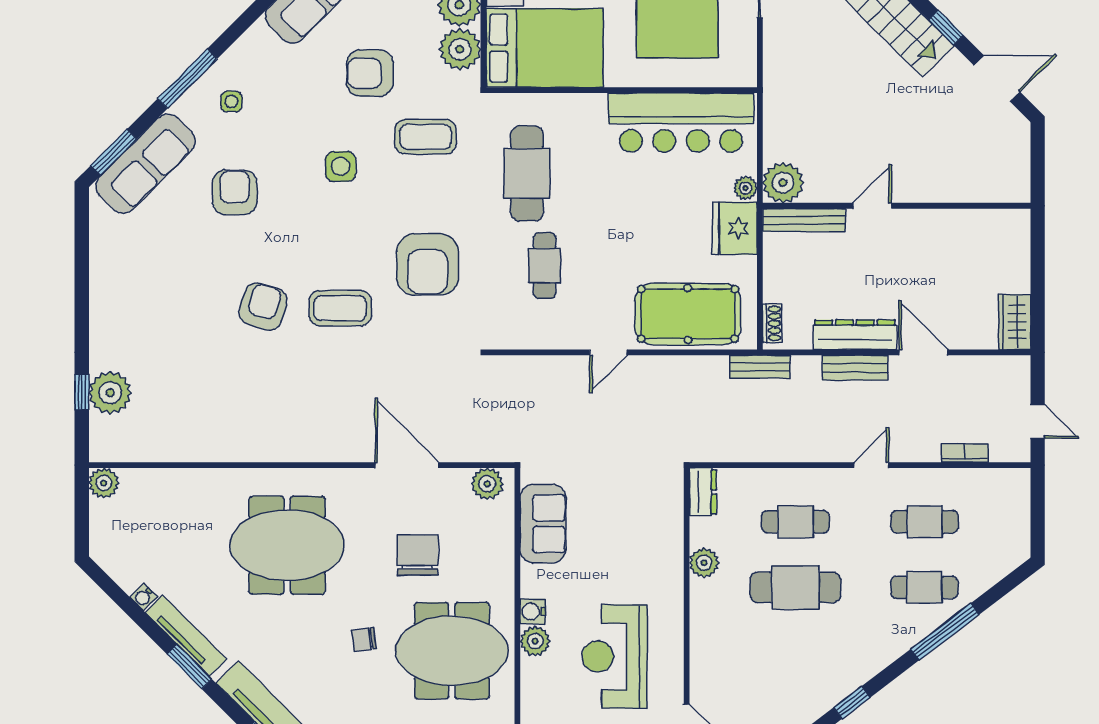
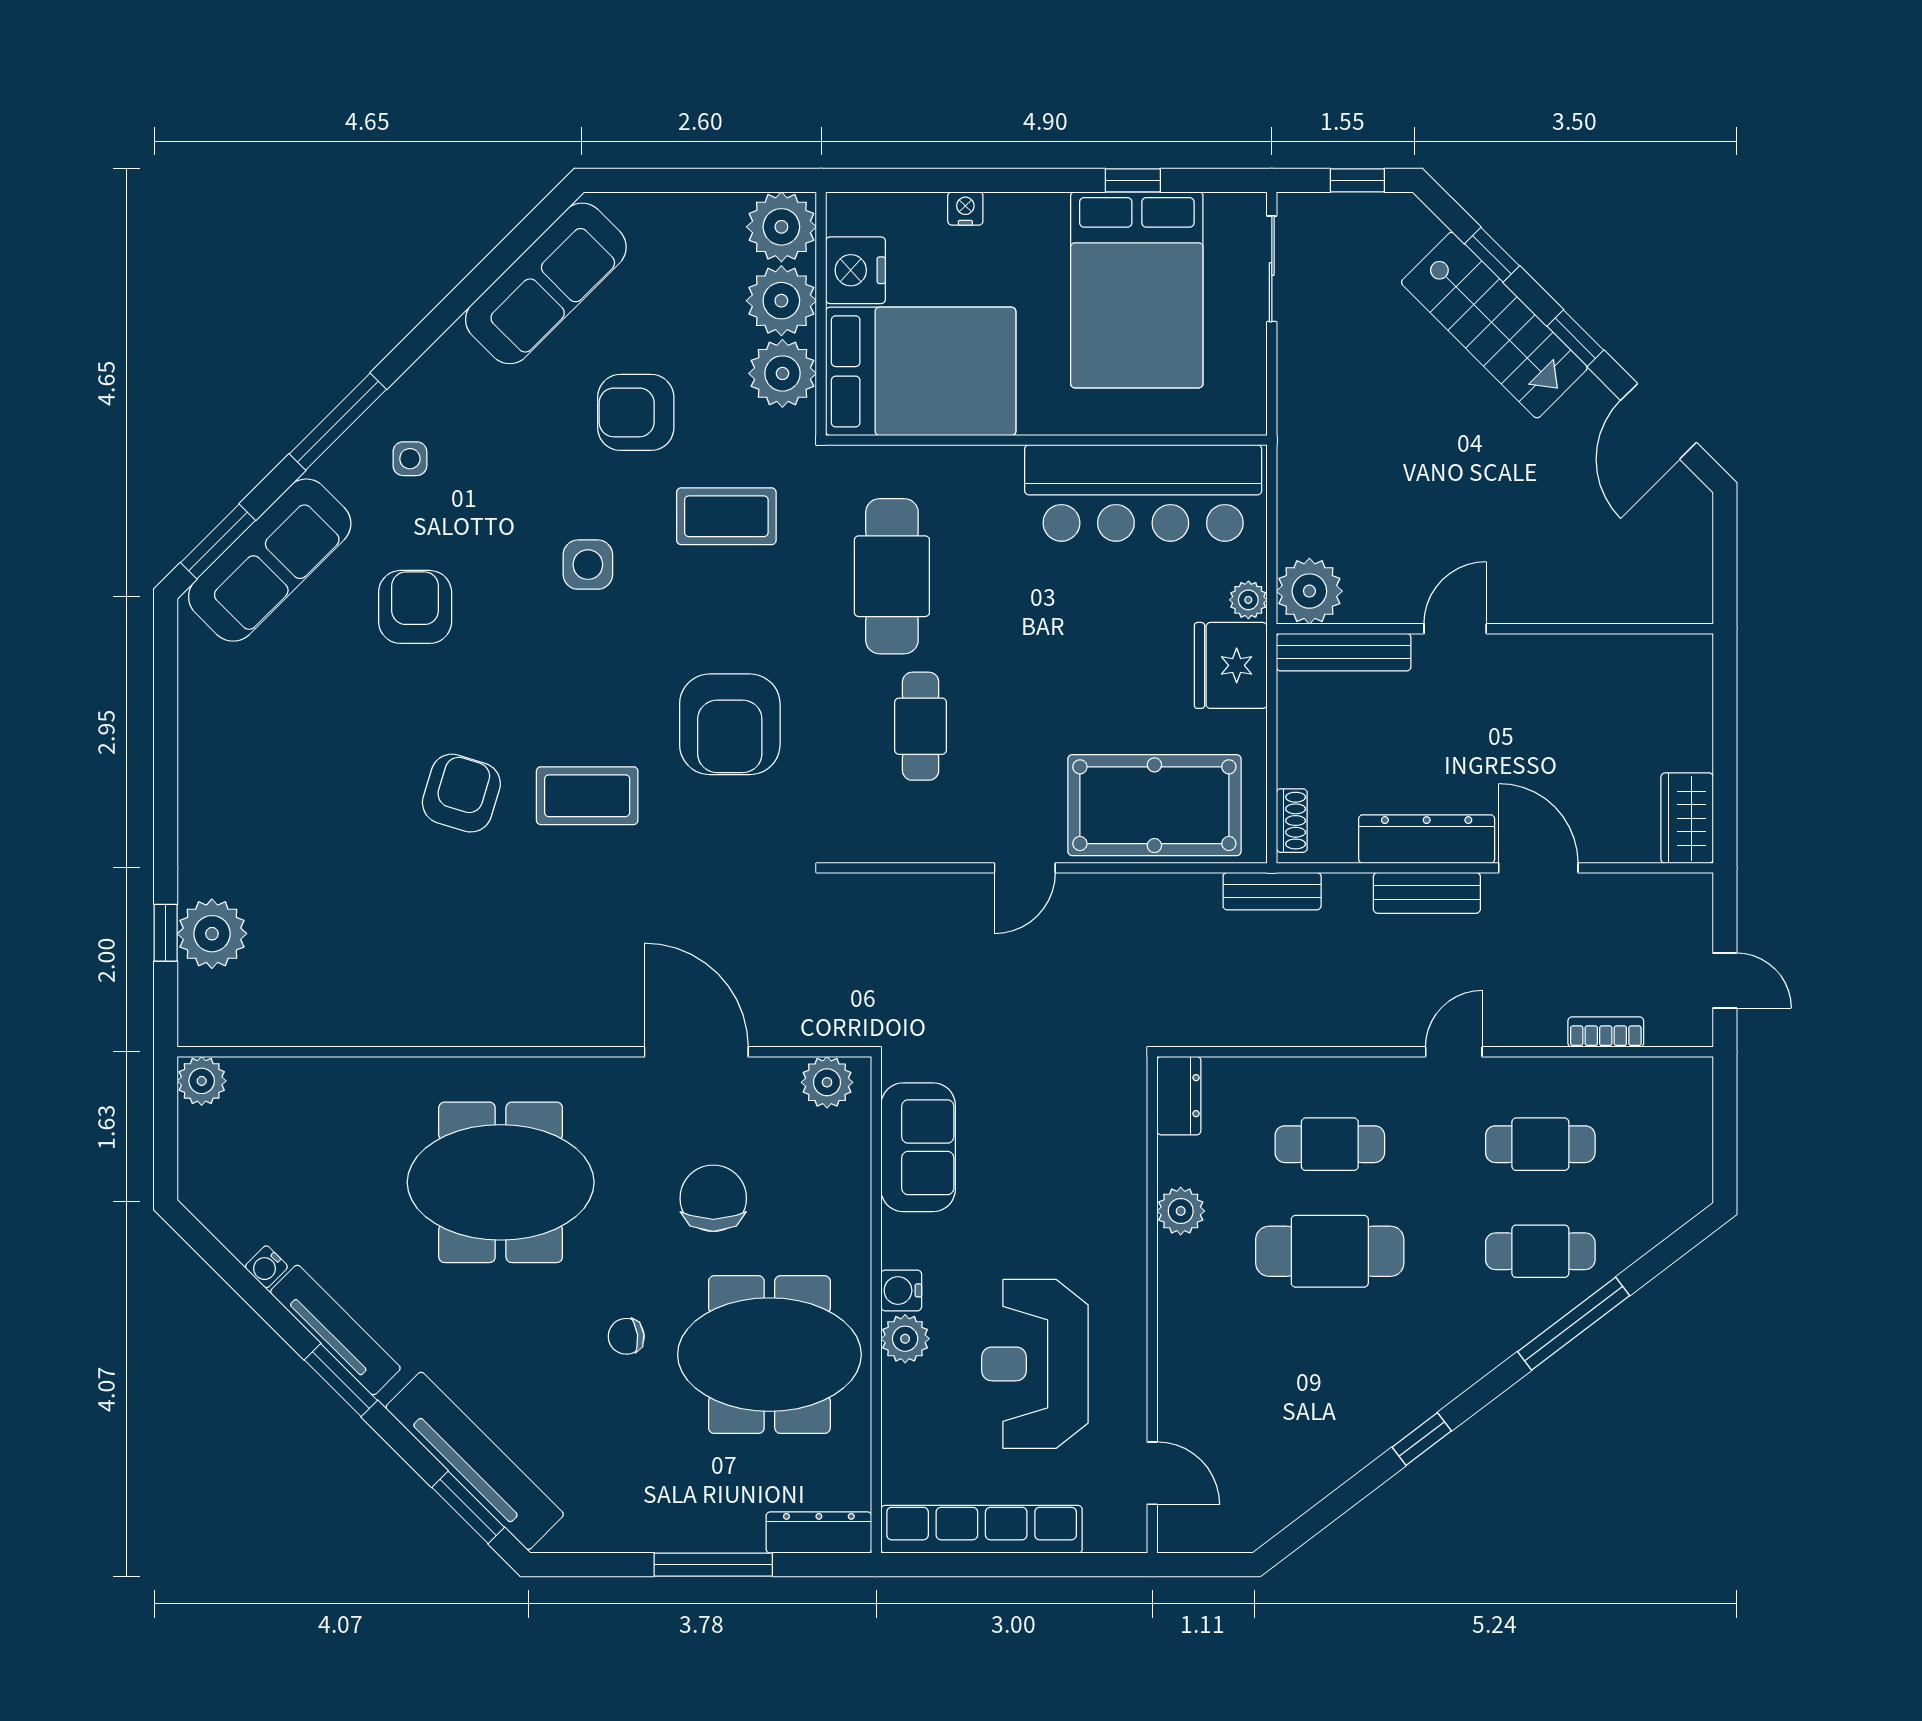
door: (997, 79) -> (1659, 421), swing flipped

